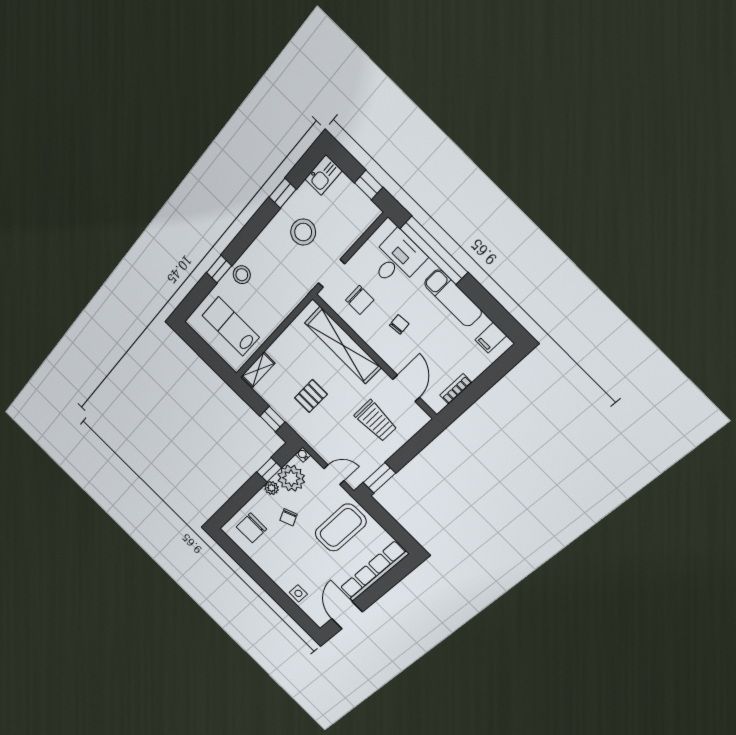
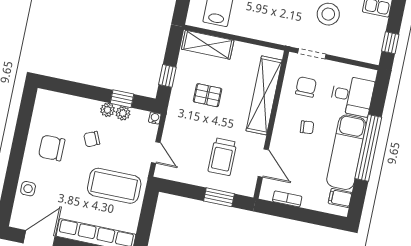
window: (434, 250) -> (368, 148), moved
exam couch: (453, 298) -> (346, 152), width x1.36, depth x1.45
chair: (360, 300) -> (306, 87), turned 180
shelving: (258, 370) -> (208, 45), width x1.50, depth x1.33
door: (406, 388) -> (263, 163), hinge flipped
plant: (291, 478) -> (123, 113), width x0.53, depth x0.53
window: (379, 478) -> (219, 197), moved
chair: (251, 528) -> (52, 148), moved

